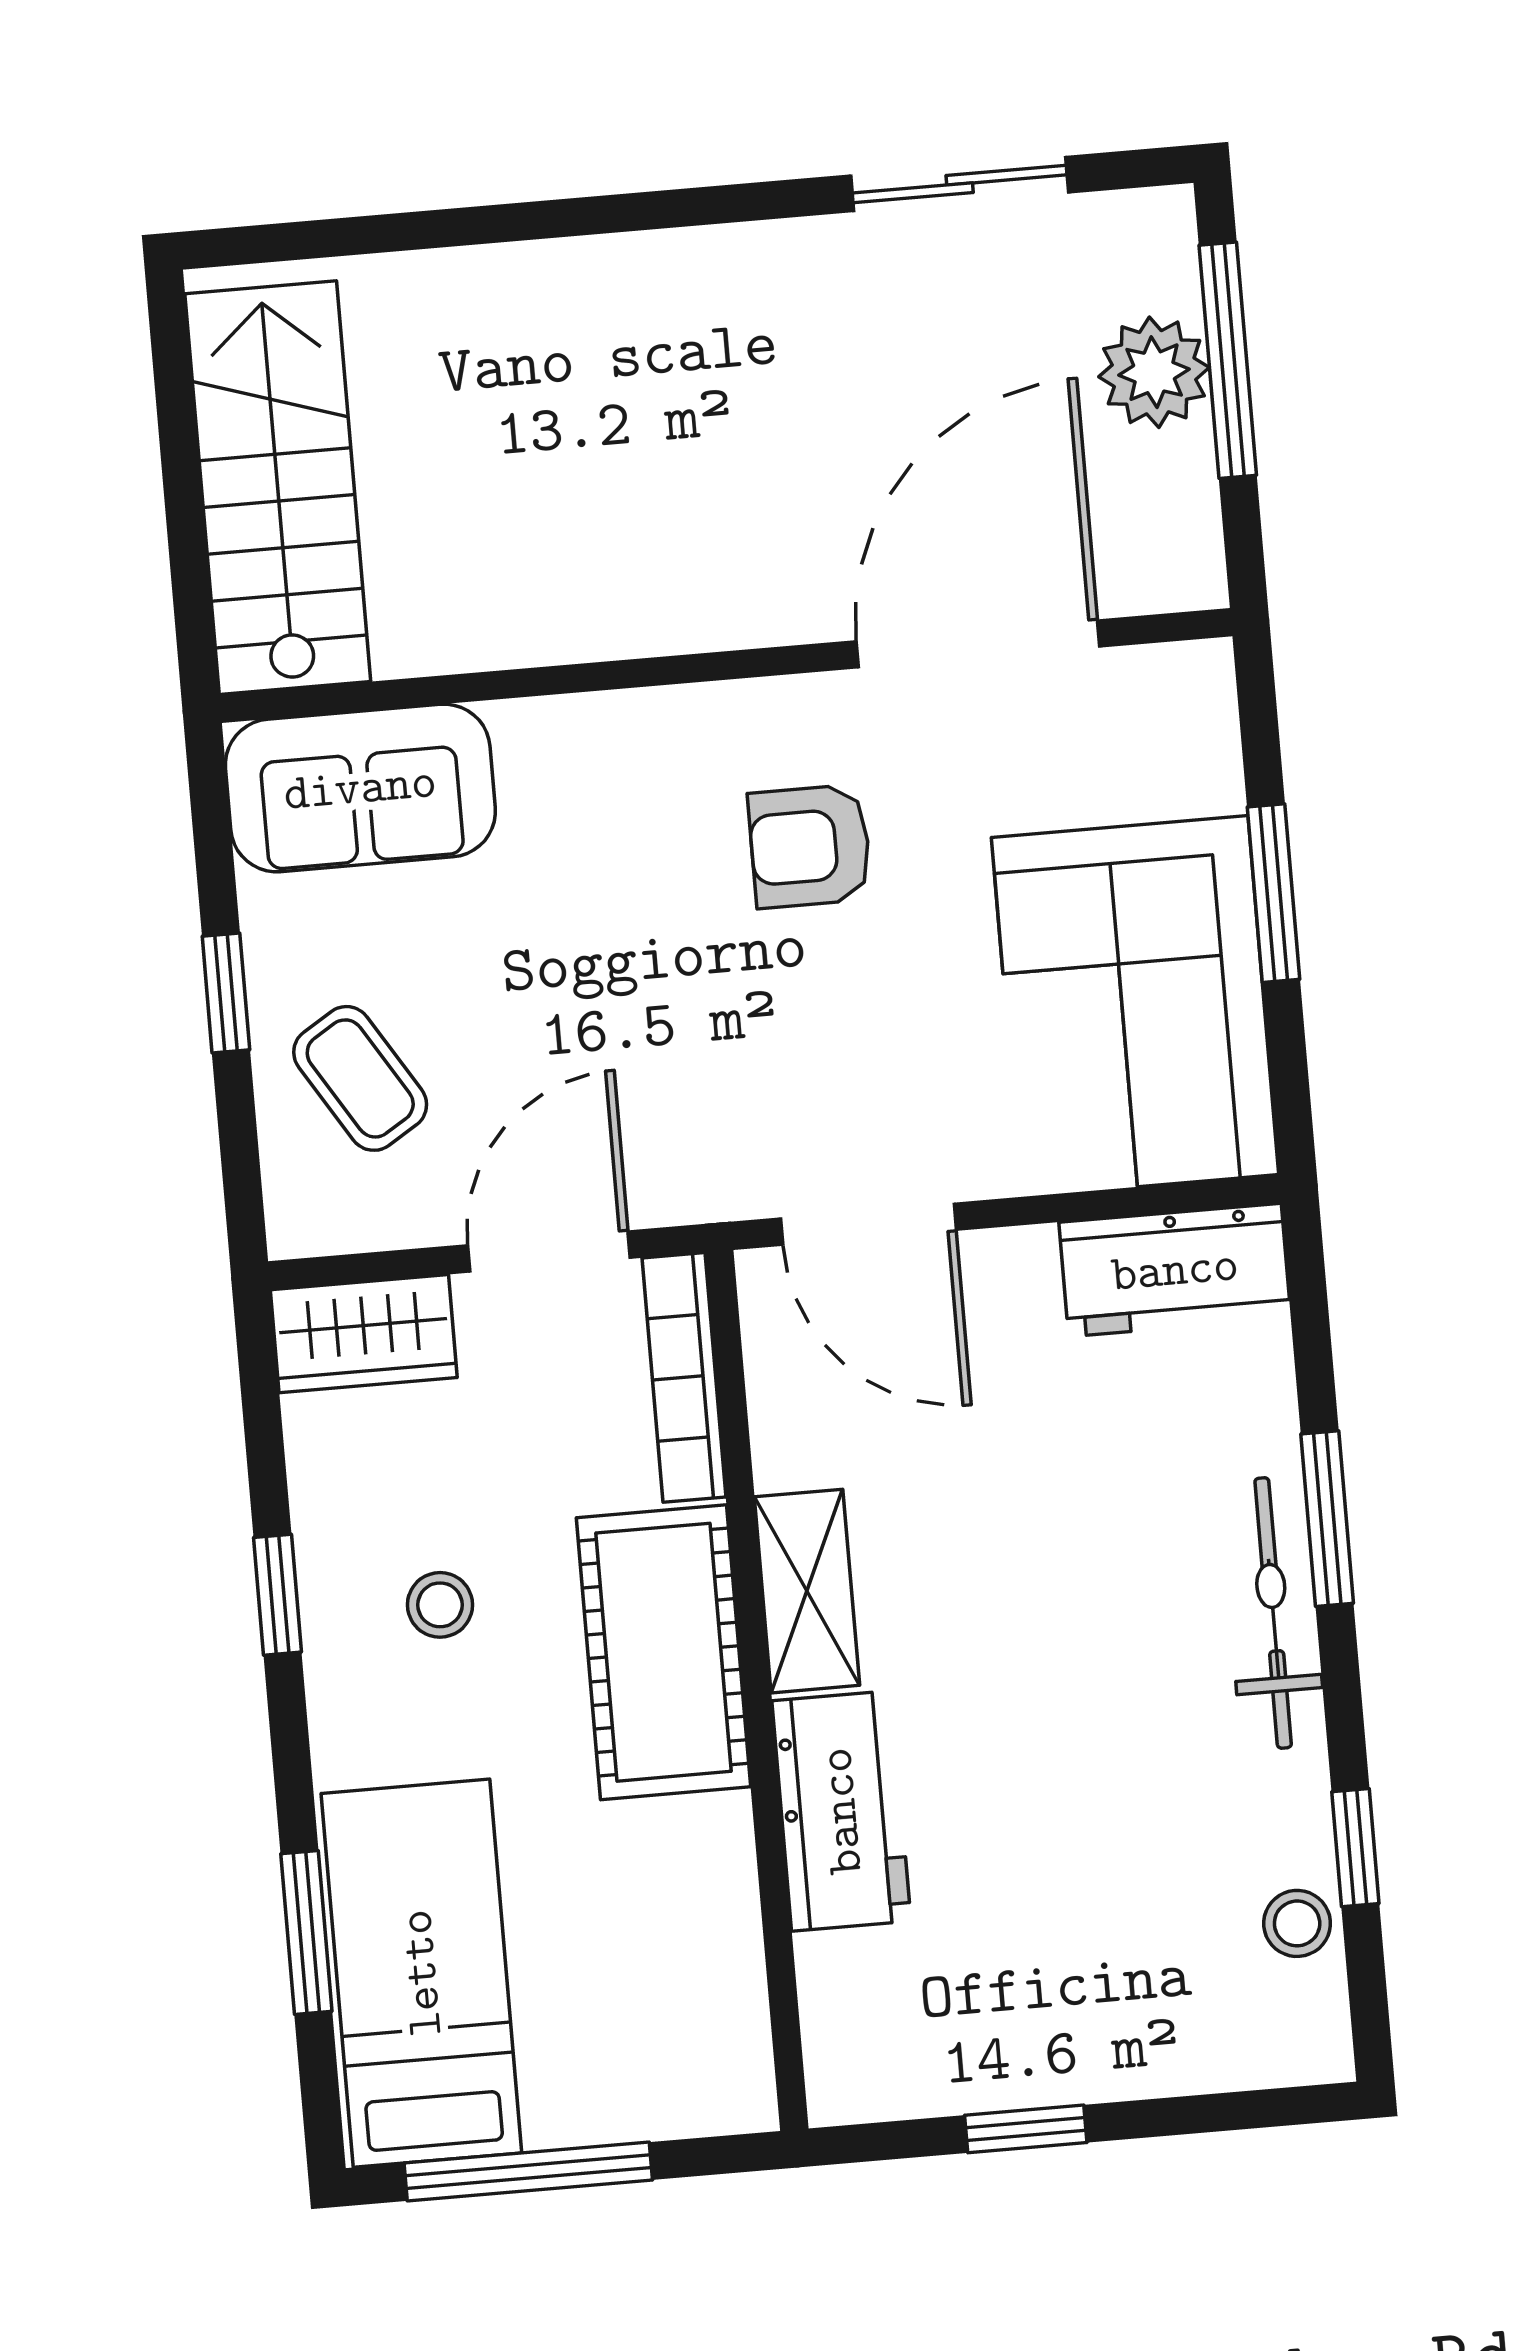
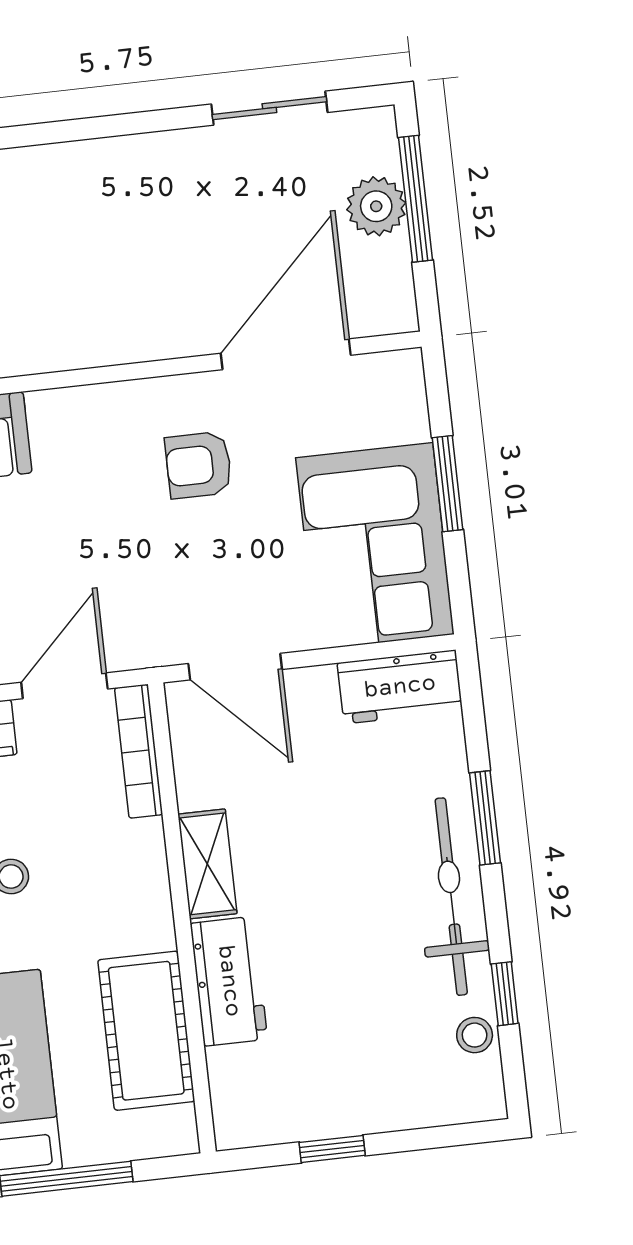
bicycle: (1273, 1613) -> (451, 897), width x1.37, depth x1.40
cot: (664, 1652) -> (146, 1031), moved

